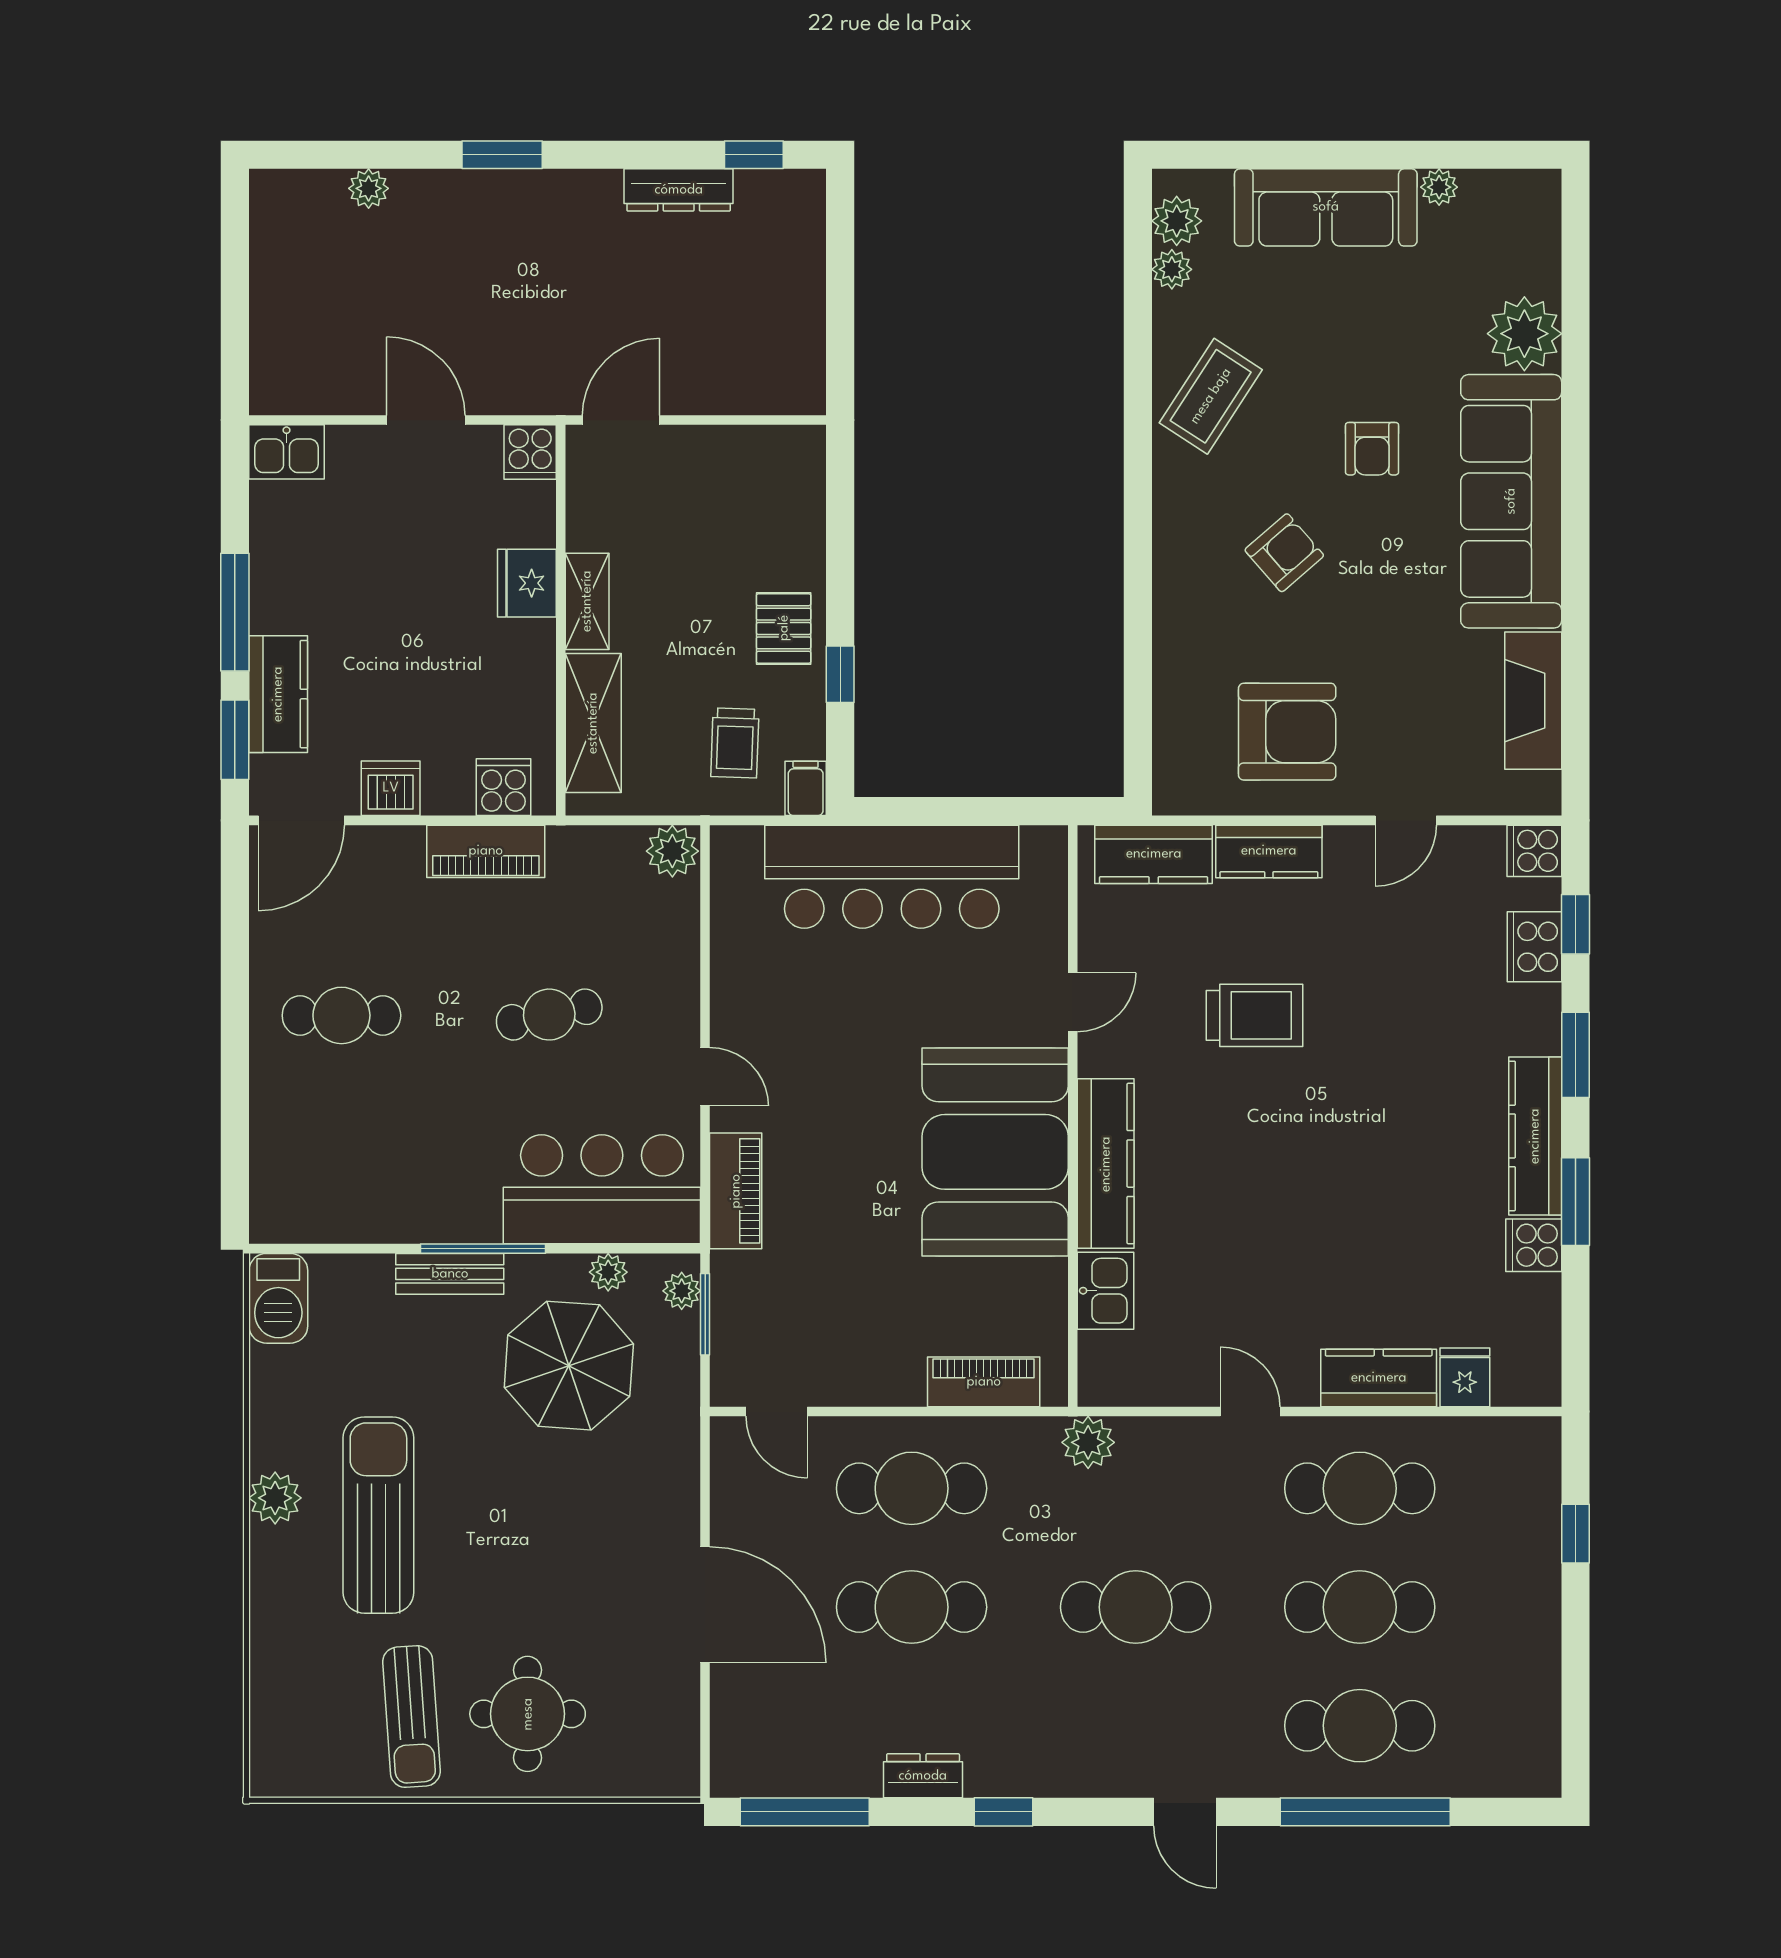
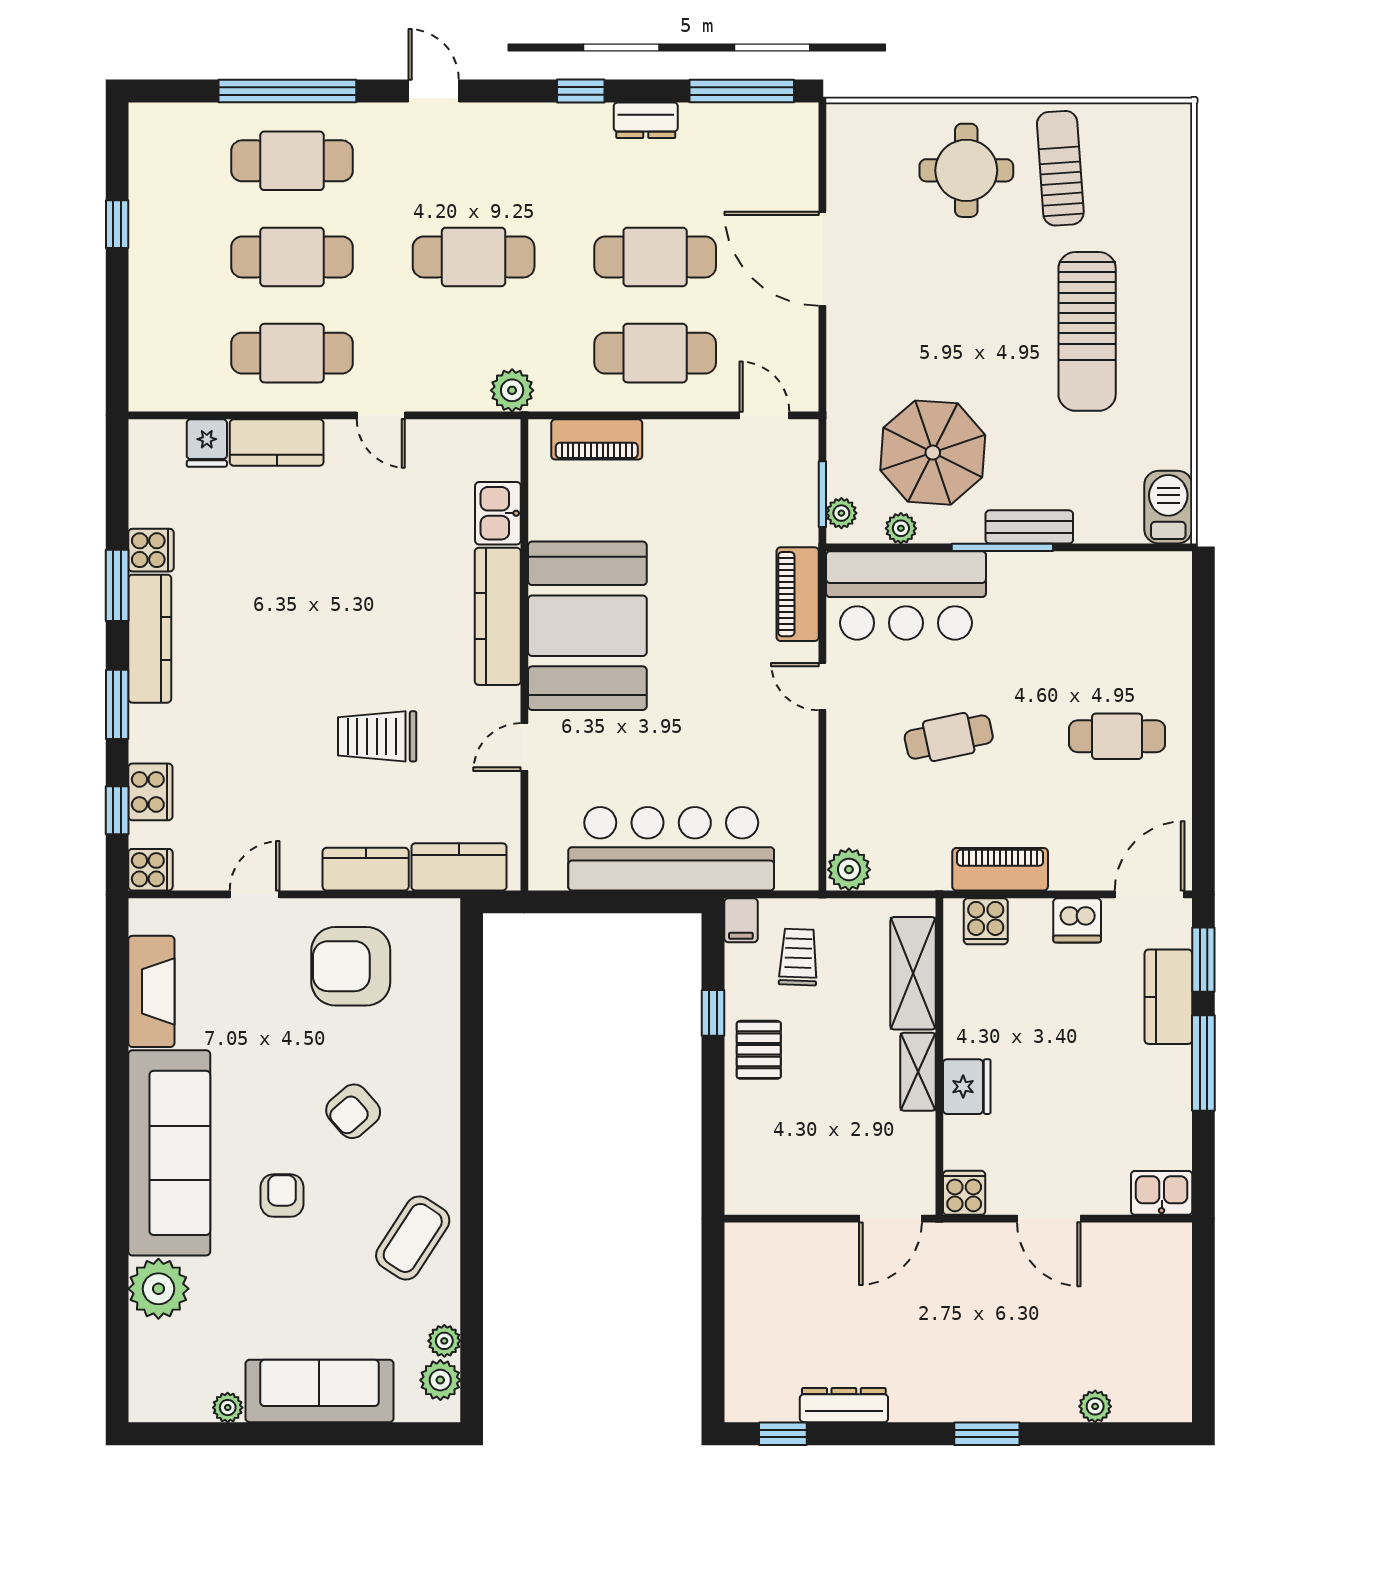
plant: (275, 1498) -> (1171, 345), removed
window: (1576, 1534) -> (117, 224), moved

